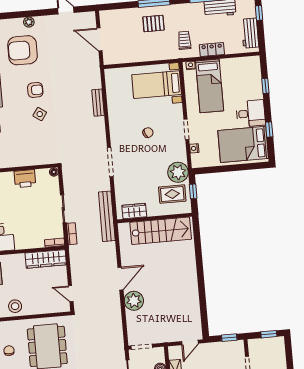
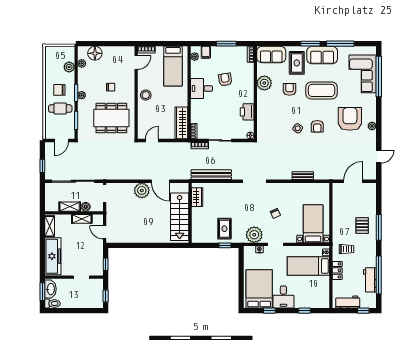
plant: (178, 172) -> (254, 235), moved
wardrobe: (134, 211) -> (197, 197), moved
wall: (155, 218) -> (190, 213), moved
stairs: (161, 231) -> (180, 217), moved

